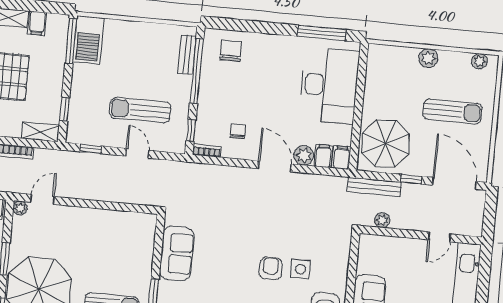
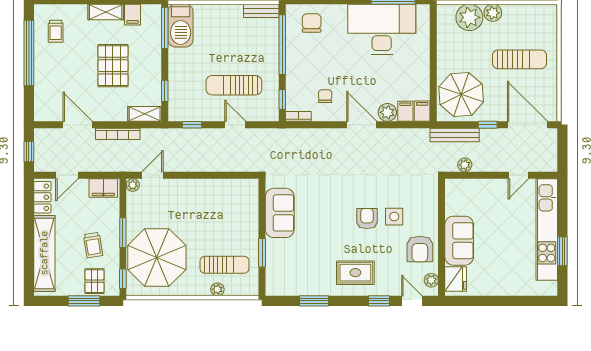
bench: (187, 55) -> (261, 11), moved, turned 90
plant: (479, 61) -> (469, 17), moved, width x1.88, depth x1.88
desk: (329, 85) -> (382, 29), moved, turned -90

